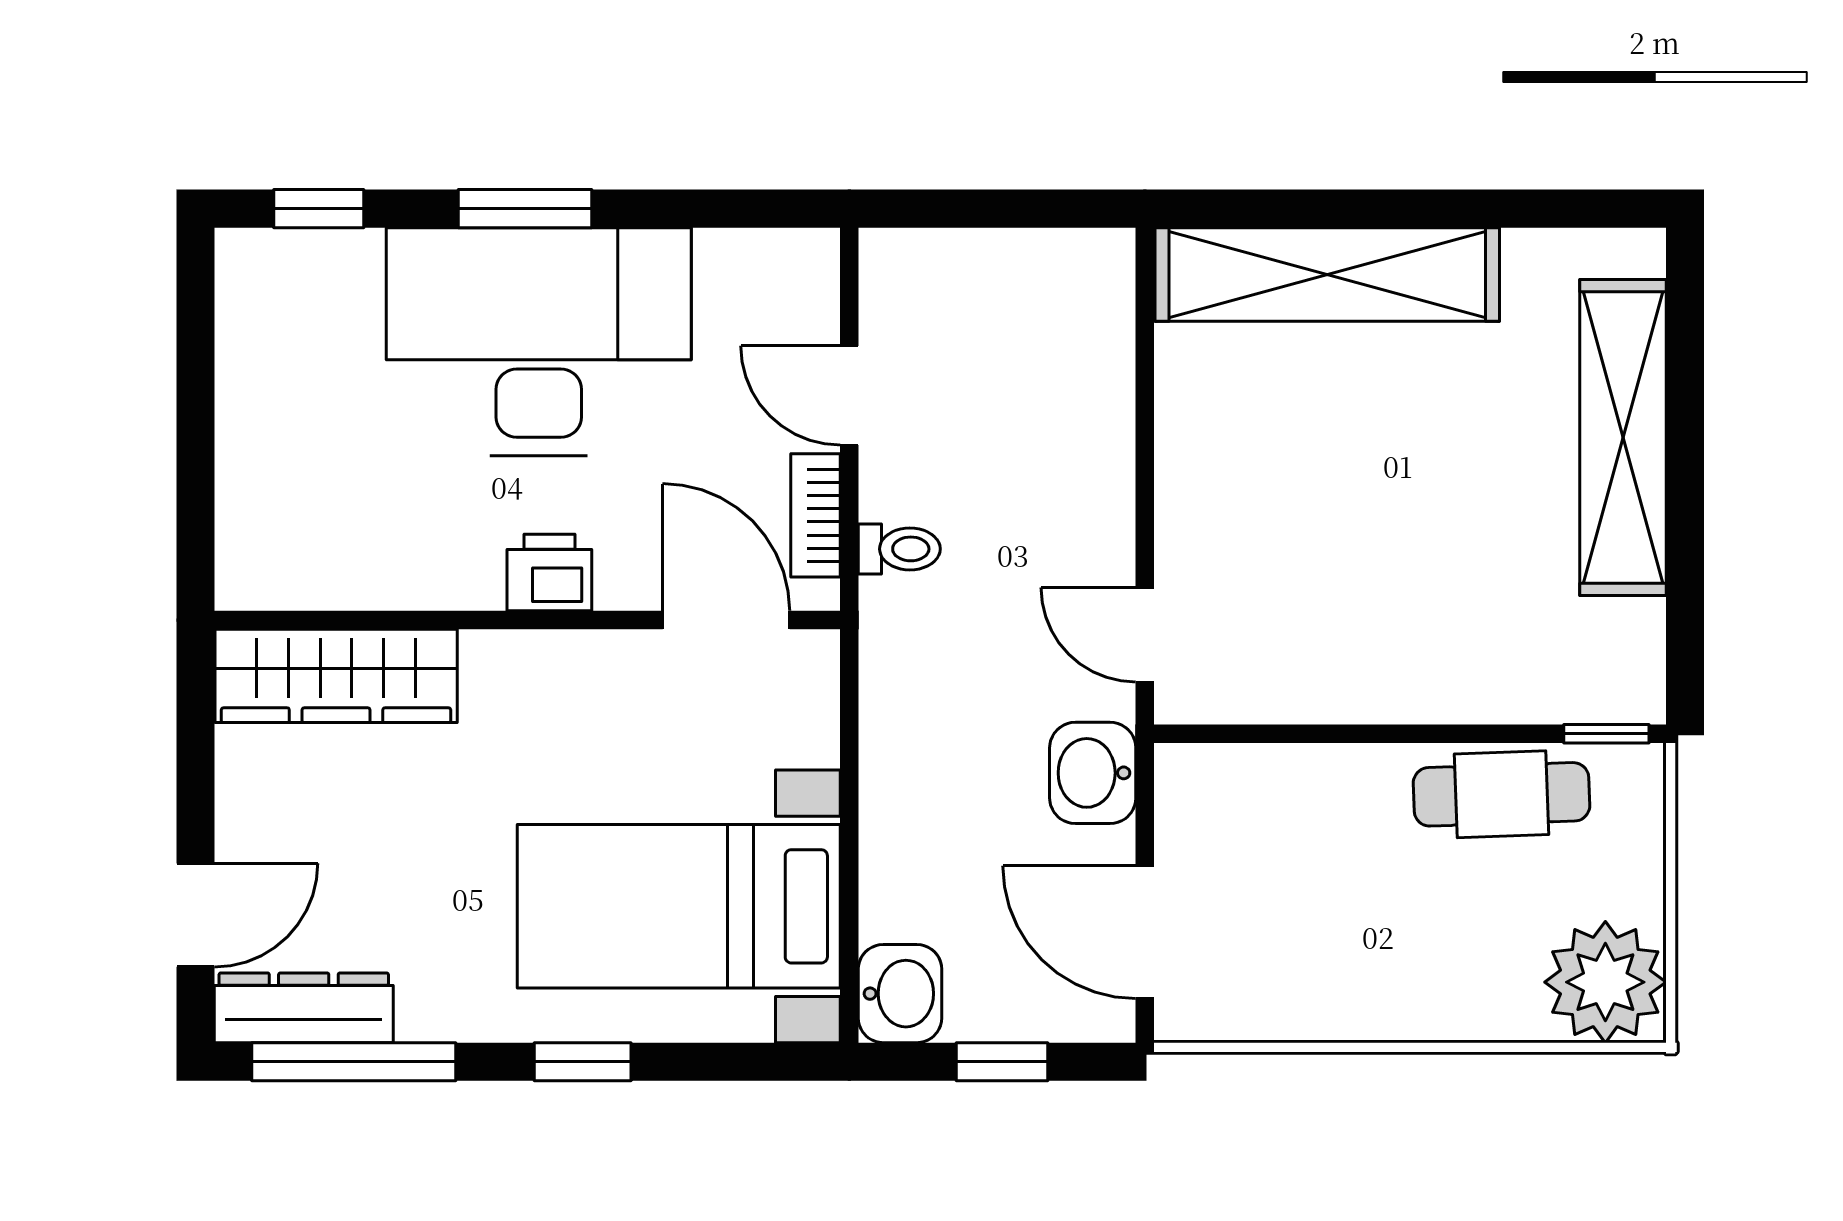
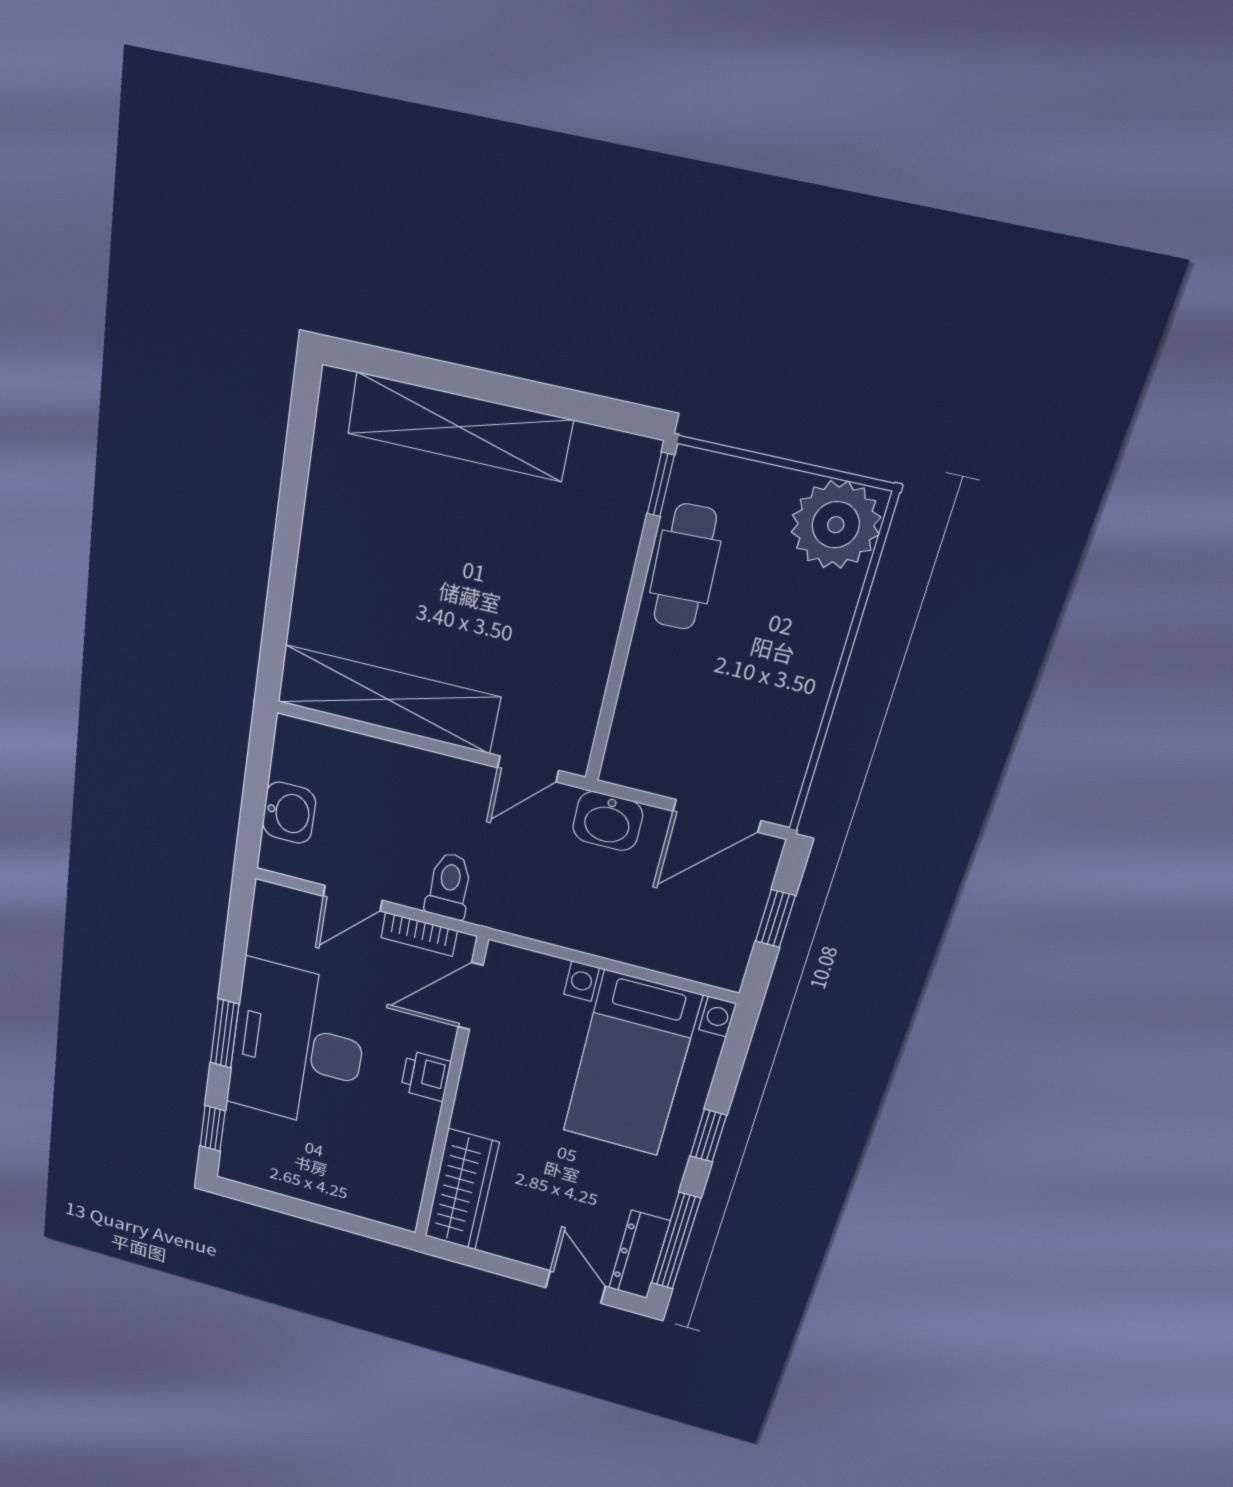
shelving: (1327, 275) -> (388, 699), moved, turned 90
toilet: (899, 549) -> (449, 886), width x1.37, depth x1.39
washbasin: (900, 994) -> (289, 813), moved, turned 90

